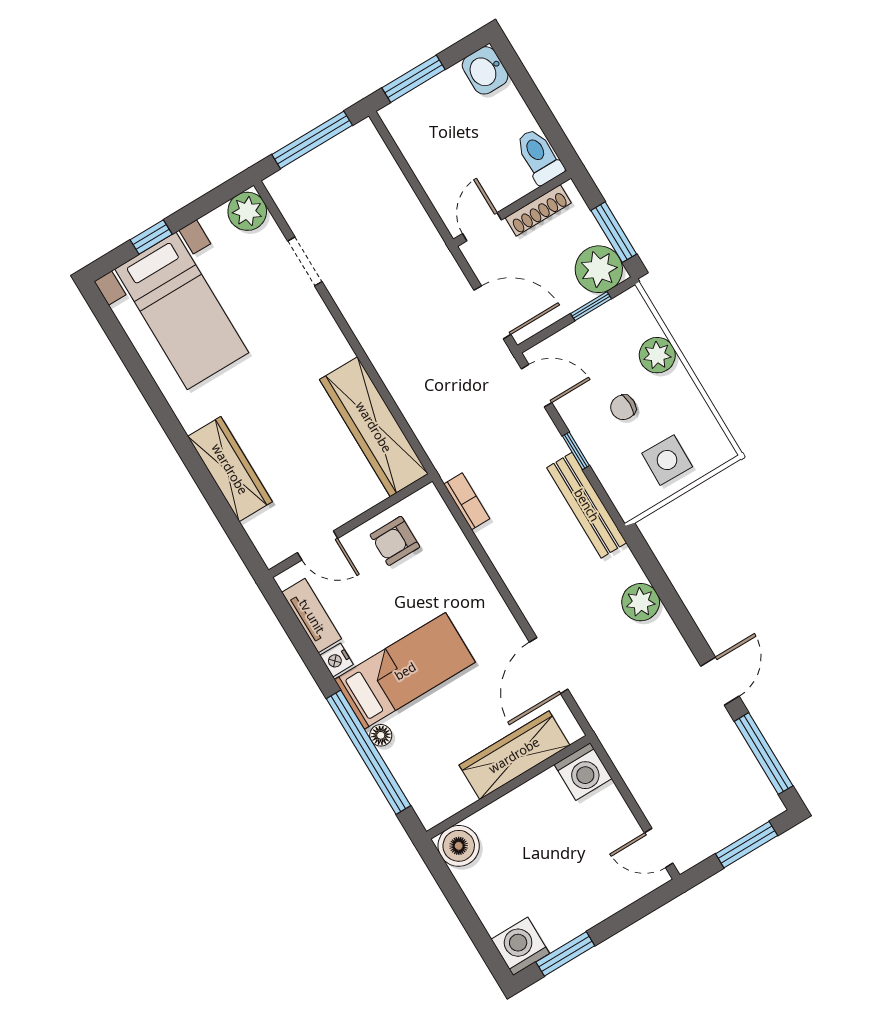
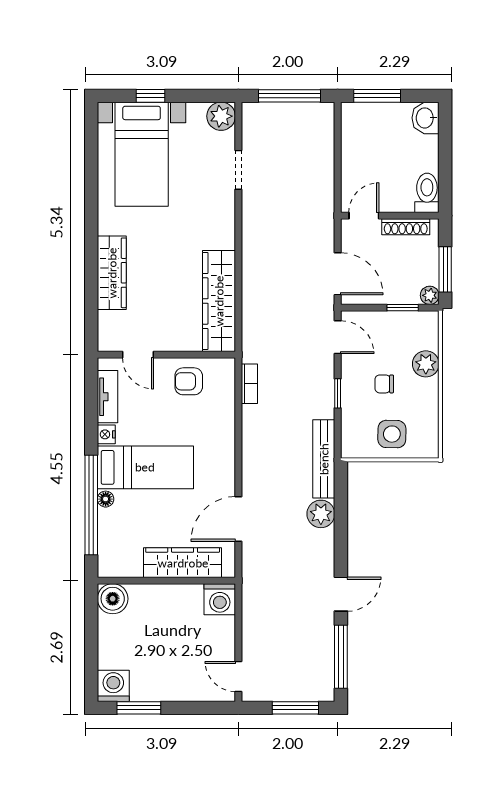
plant: (599, 269) -> (430, 295), width x0.53, depth x0.53
bench: (587, 505) -> (324, 459), moved

